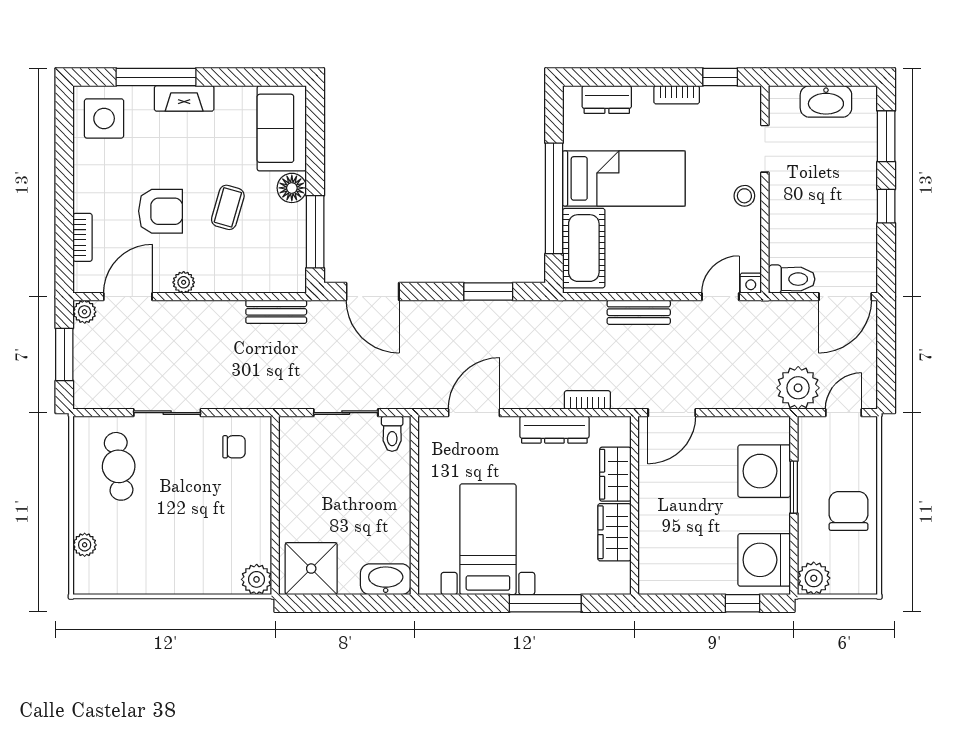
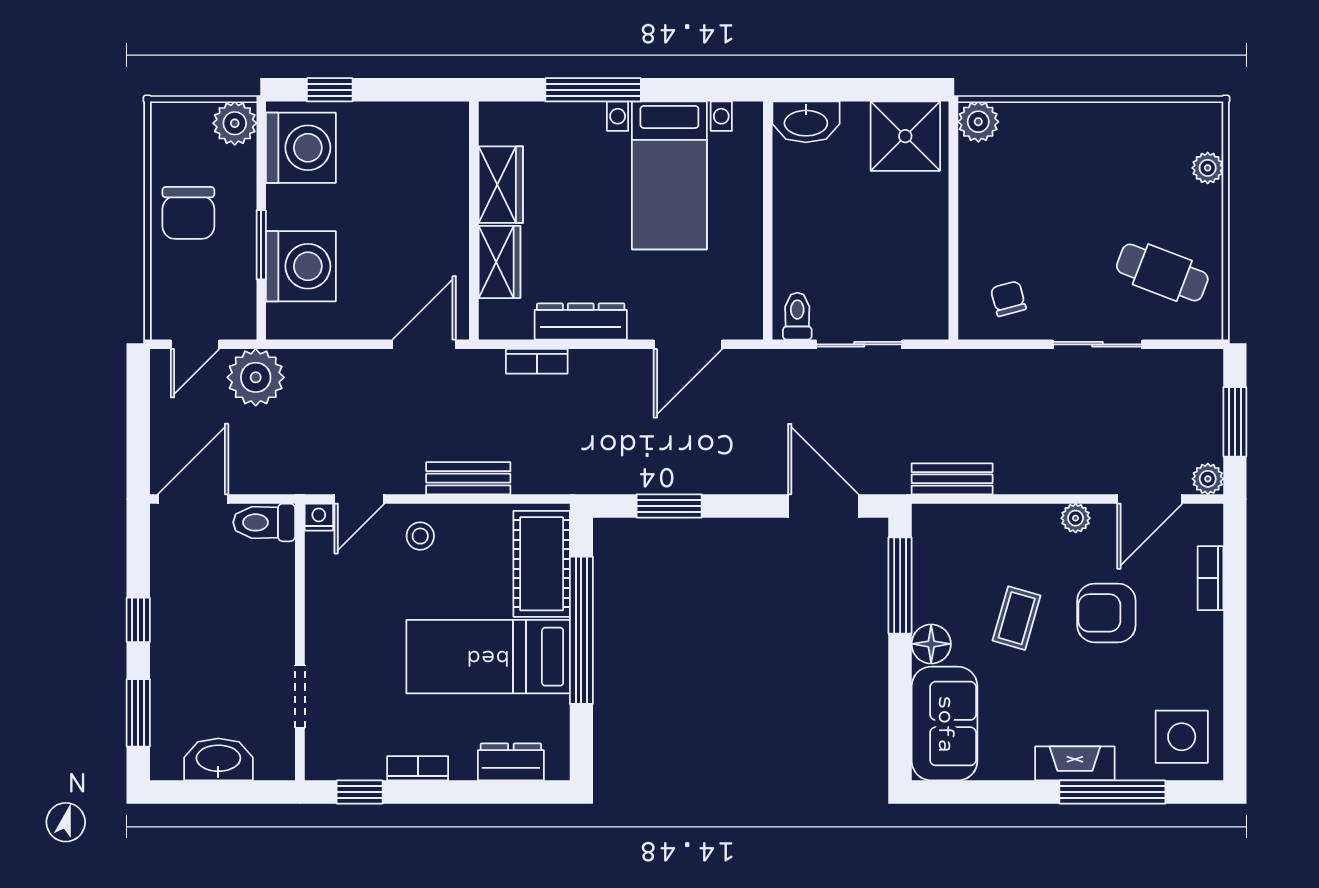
stool: (744, 196) -> (420, 536), moved
chair: (234, 447) -> (1008, 299), turned 75
cafe table: (119, 466) -> (1162, 273), turned -62

